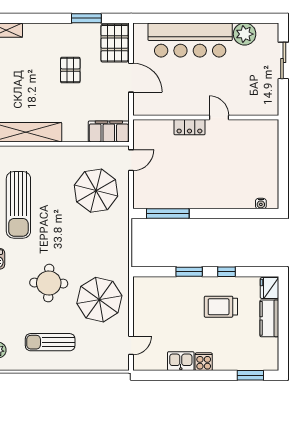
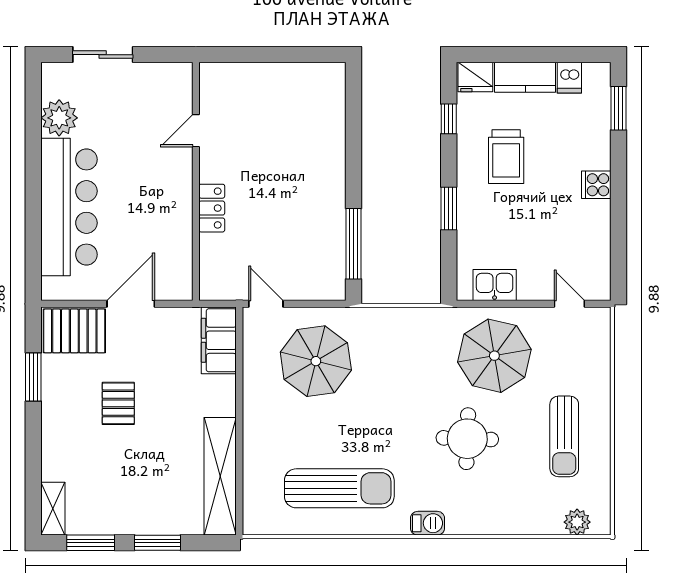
pallet: (70, 70) -> (118, 403), turned 90
door: (219, 117) -> (196, 131), moved
water cooler: (261, 204) -> (337, 91), removed
window: (227, 272) -> (449, 119), moved
dishwasher: (269, 345) -> (569, 78), added
kitchen sink: (181, 361) -> (495, 285), moved, turned 90

